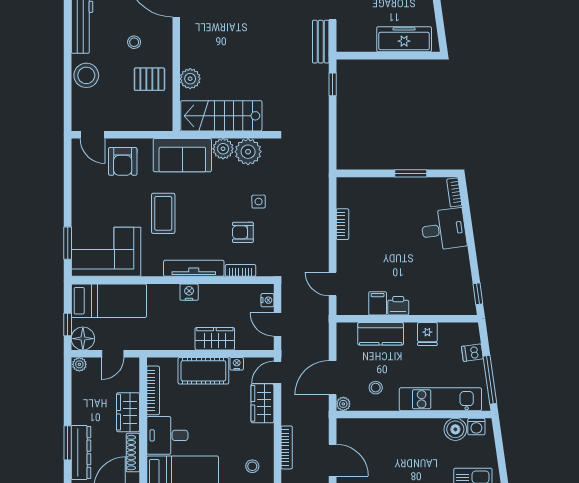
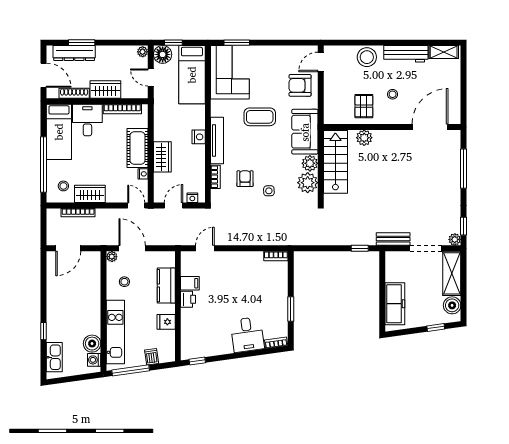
bookcase: (343, 224) -> (276, 256), moved
wardrobe: (262, 403) -> (90, 194), moved

